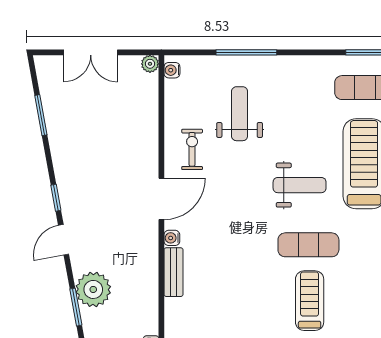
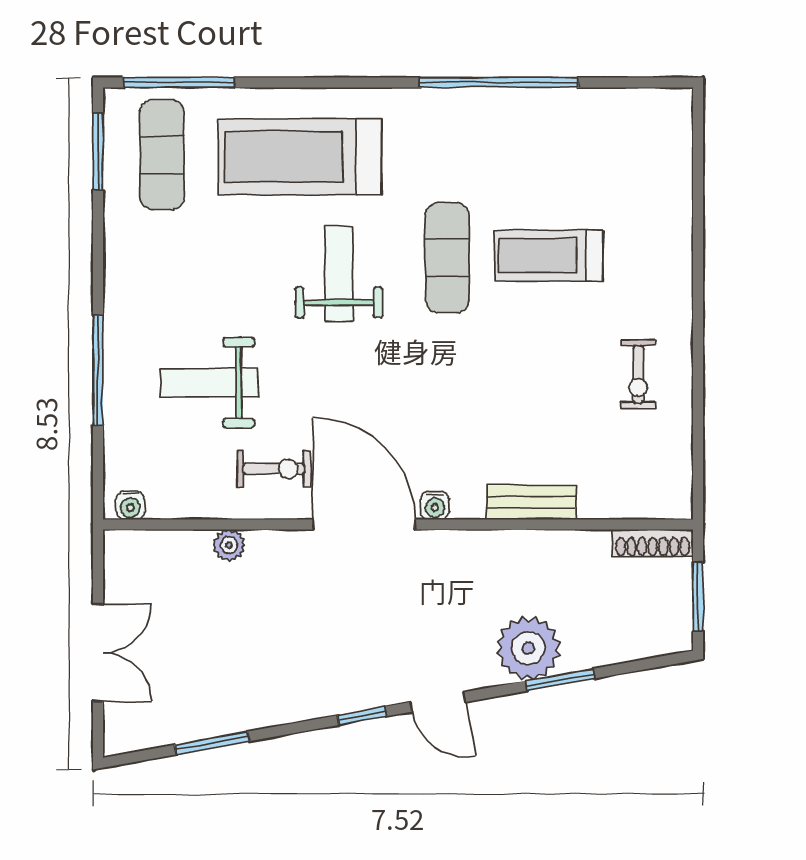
plant: (150, 64) -> (229, 545), moved
exercise bike: (192, 149) -> (274, 469), turned 180
door: (161, 199) -> (364, 524), width x1.36
bench: (173, 272) -> (531, 503), moved

